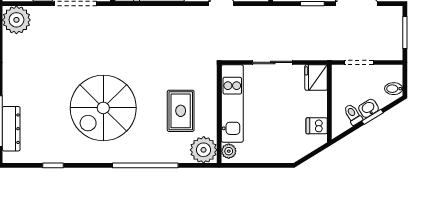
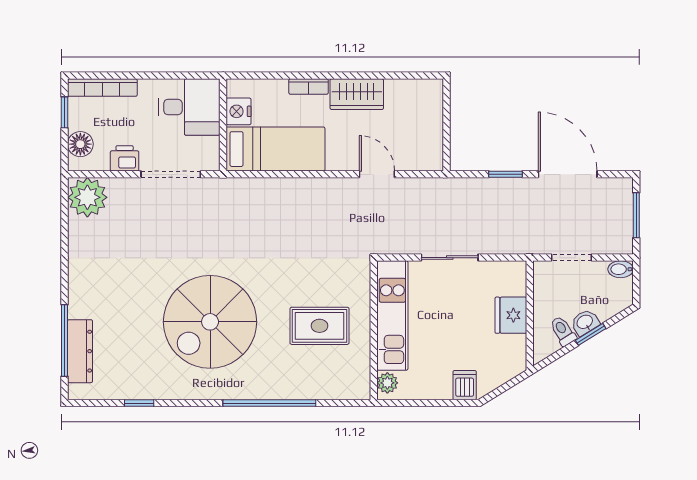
fridge: (316, 78) -> (511, 315), moved
bidet: (394, 89) -> (621, 269), moved
rug: (181, 111) -> (319, 326), turned 90
dishwasher: (317, 126) -> (465, 385), moved, turned 90
plant: (204, 150) -> (352, 381), removed

